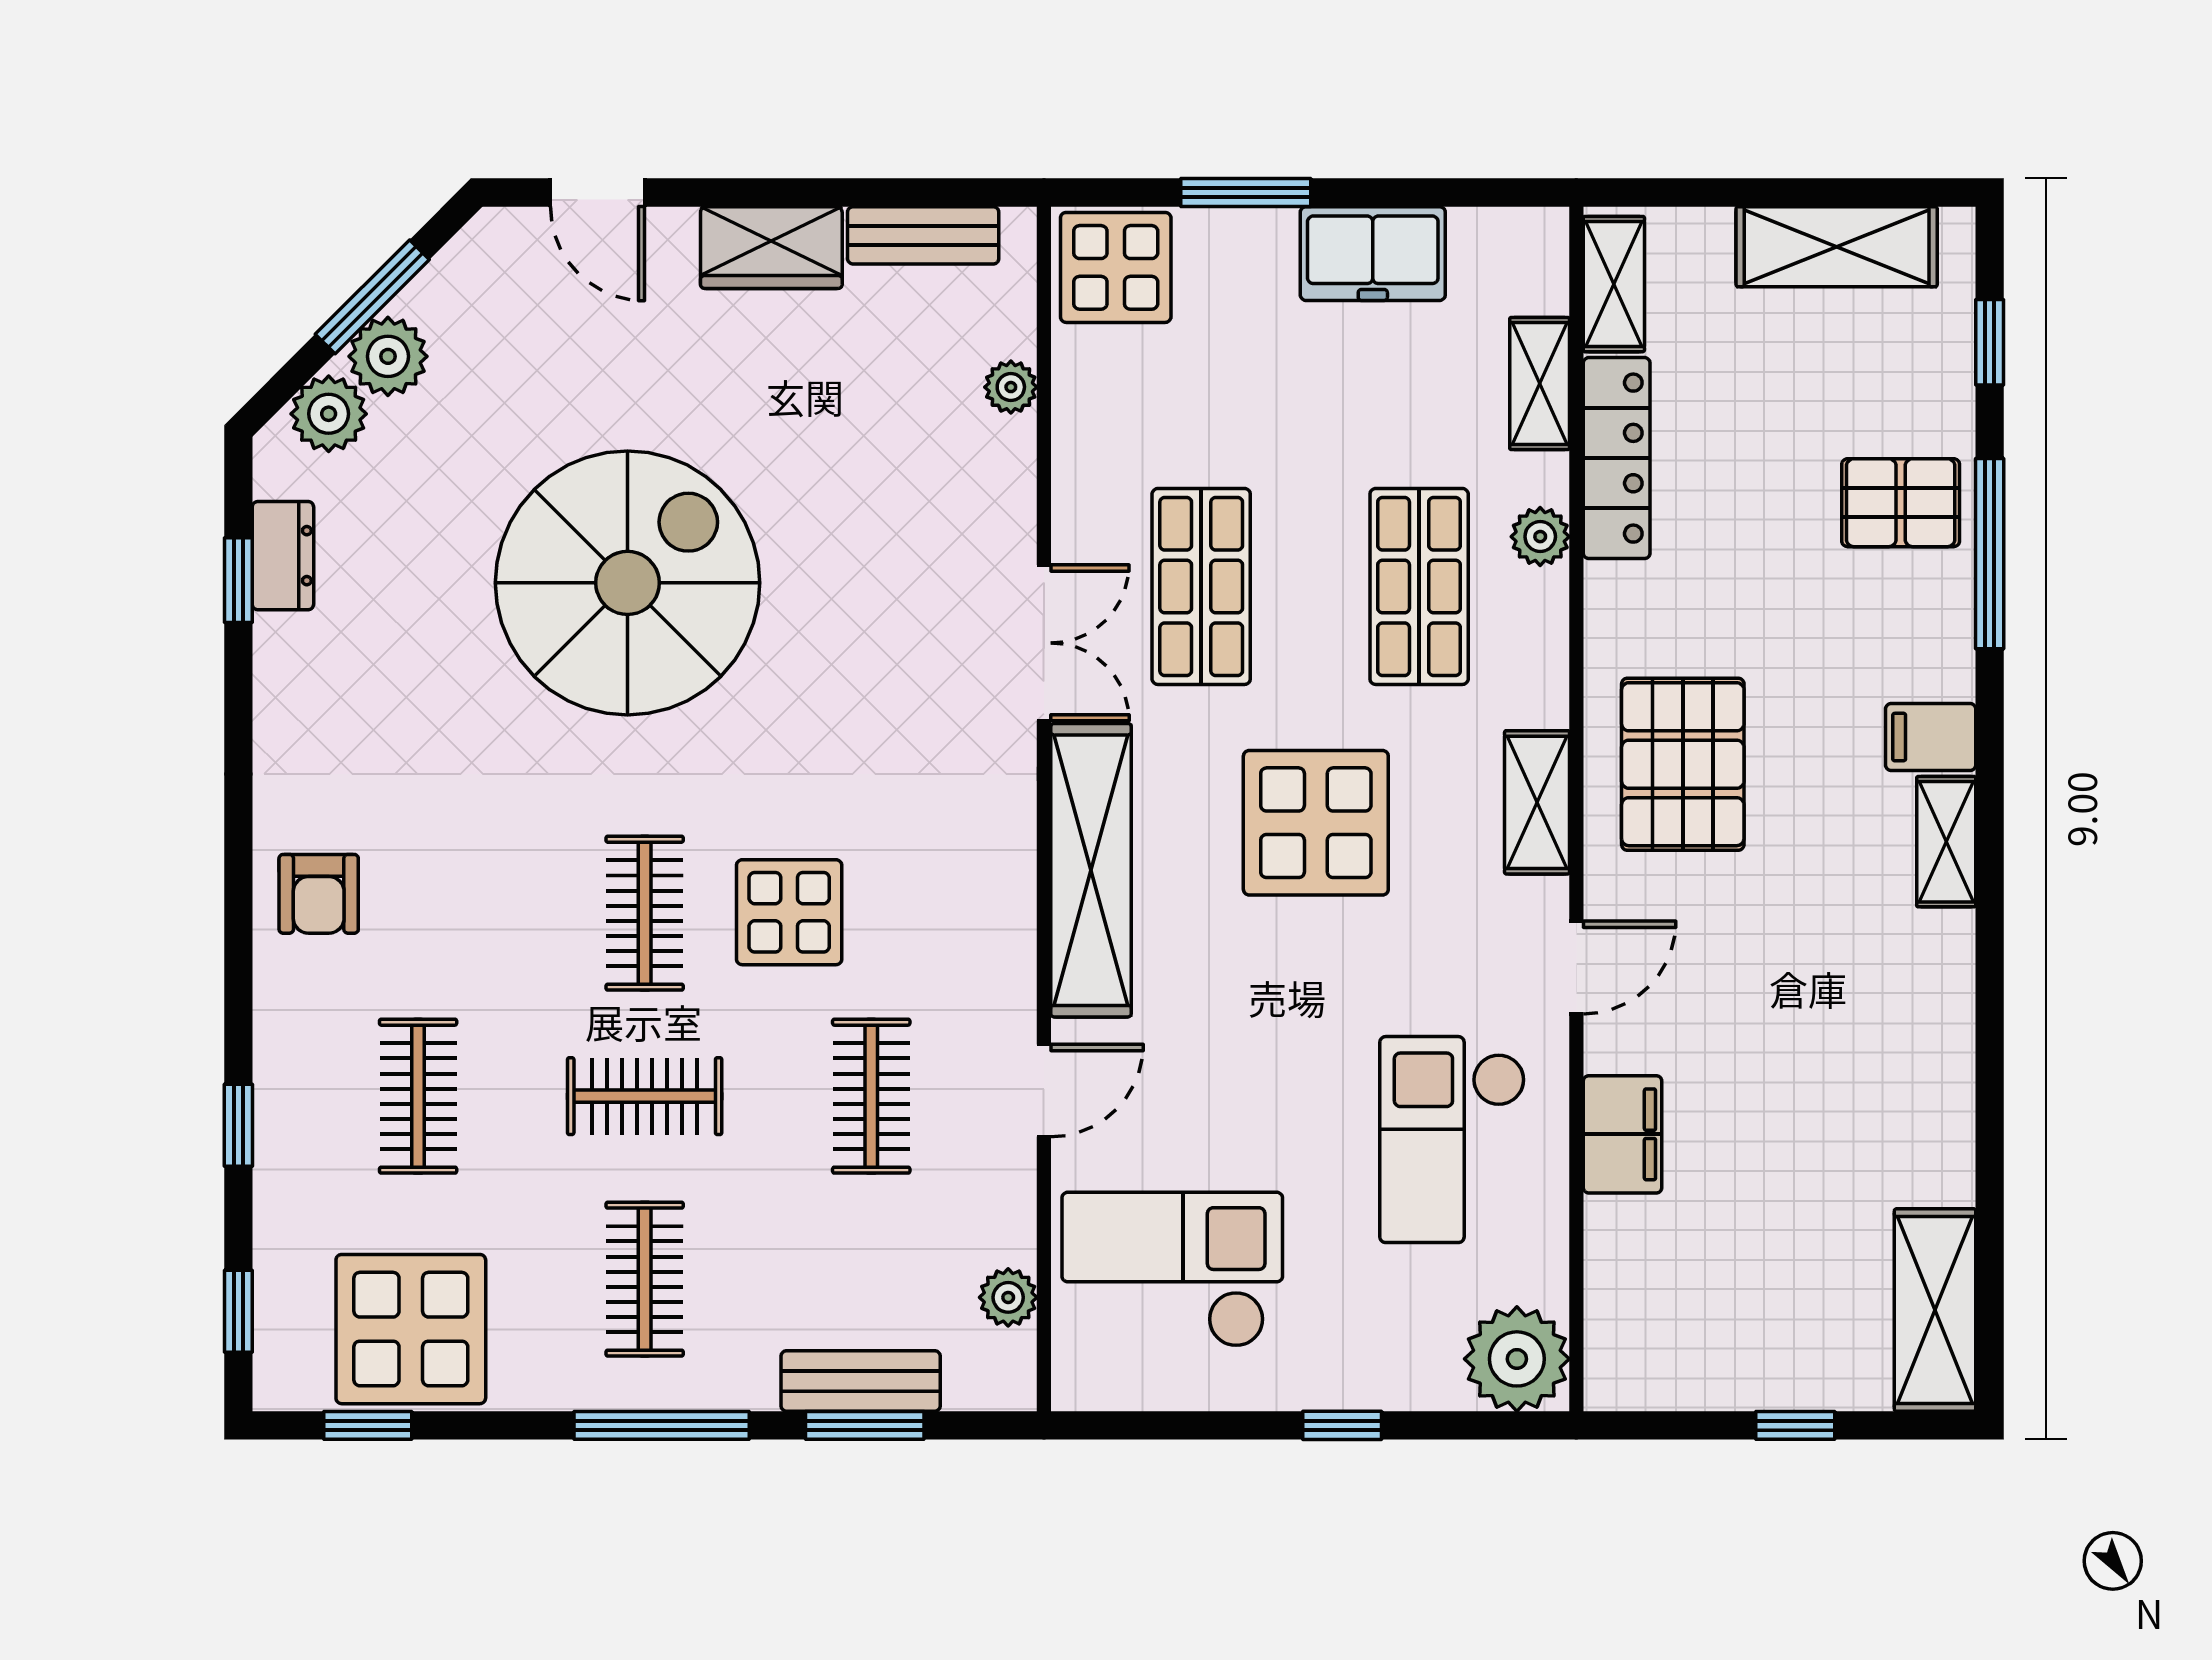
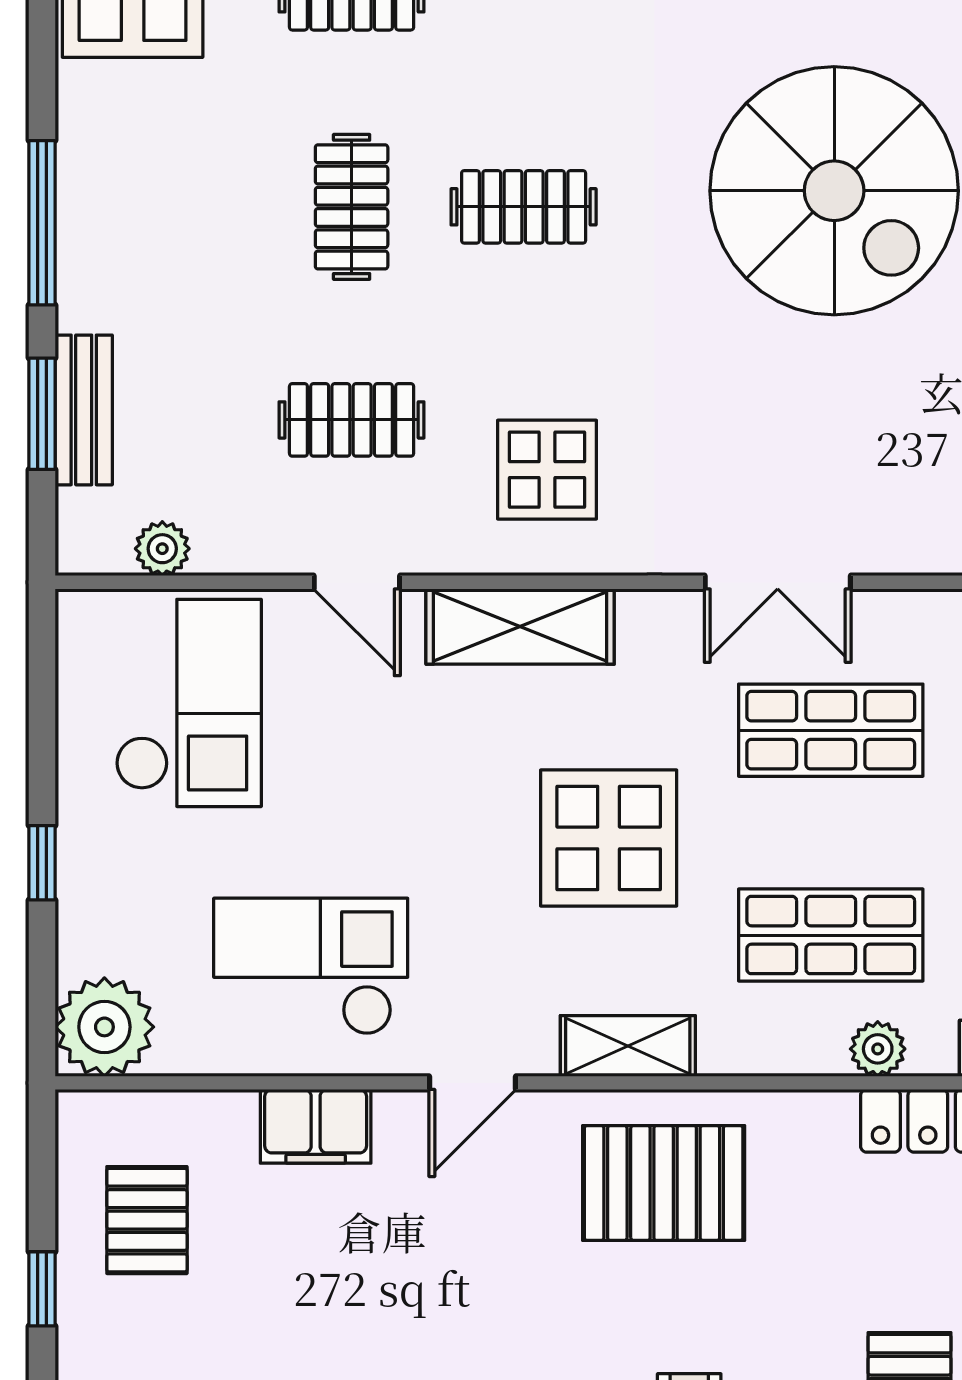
shelving: (1091, 870) -> (520, 627), width x0.68
display table: (789, 912) -> (547, 470), moved
door: (1576, 967) -> (472, 1083), hinge flipped
clothes rail: (645, 1279) -> (179, 207), removed
pallet: (1722, 1314) -> (147, 1220), added

